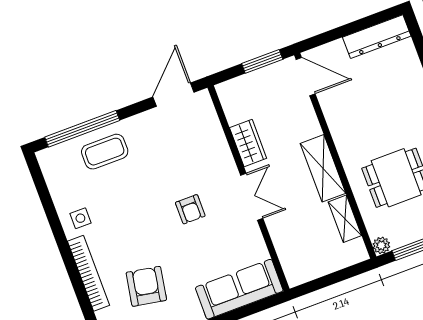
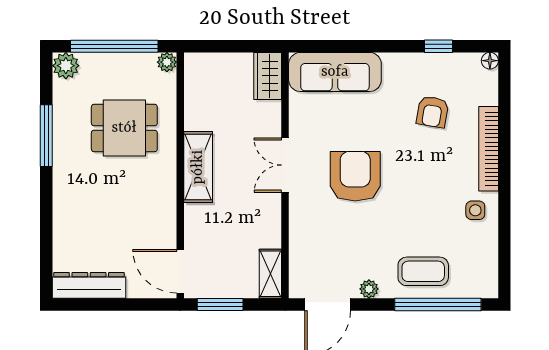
plant: (144, 120) -> (369, 289), added
wardrobe: (248, 143) -> (268, 76), moved
armchair: (190, 209) -> (355, 176), width x1.88, depth x1.88
shelving: (345, 219) -> (270, 274), moved
armchair: (146, 286) -> (432, 112), width x0.72, depth x0.72

